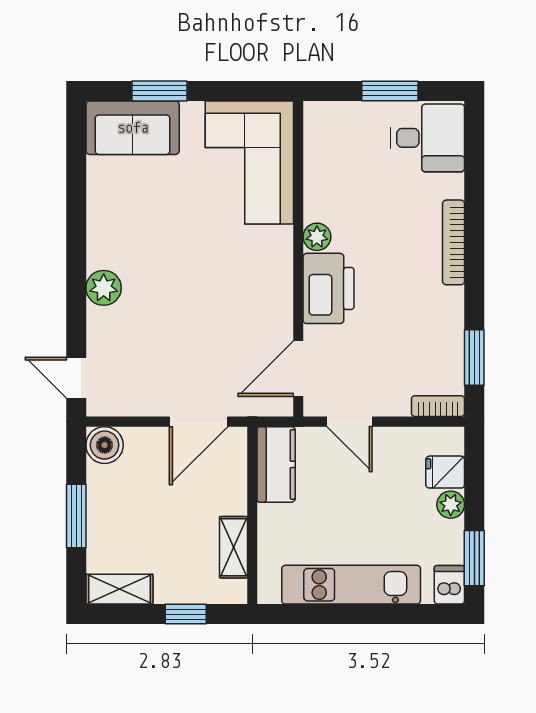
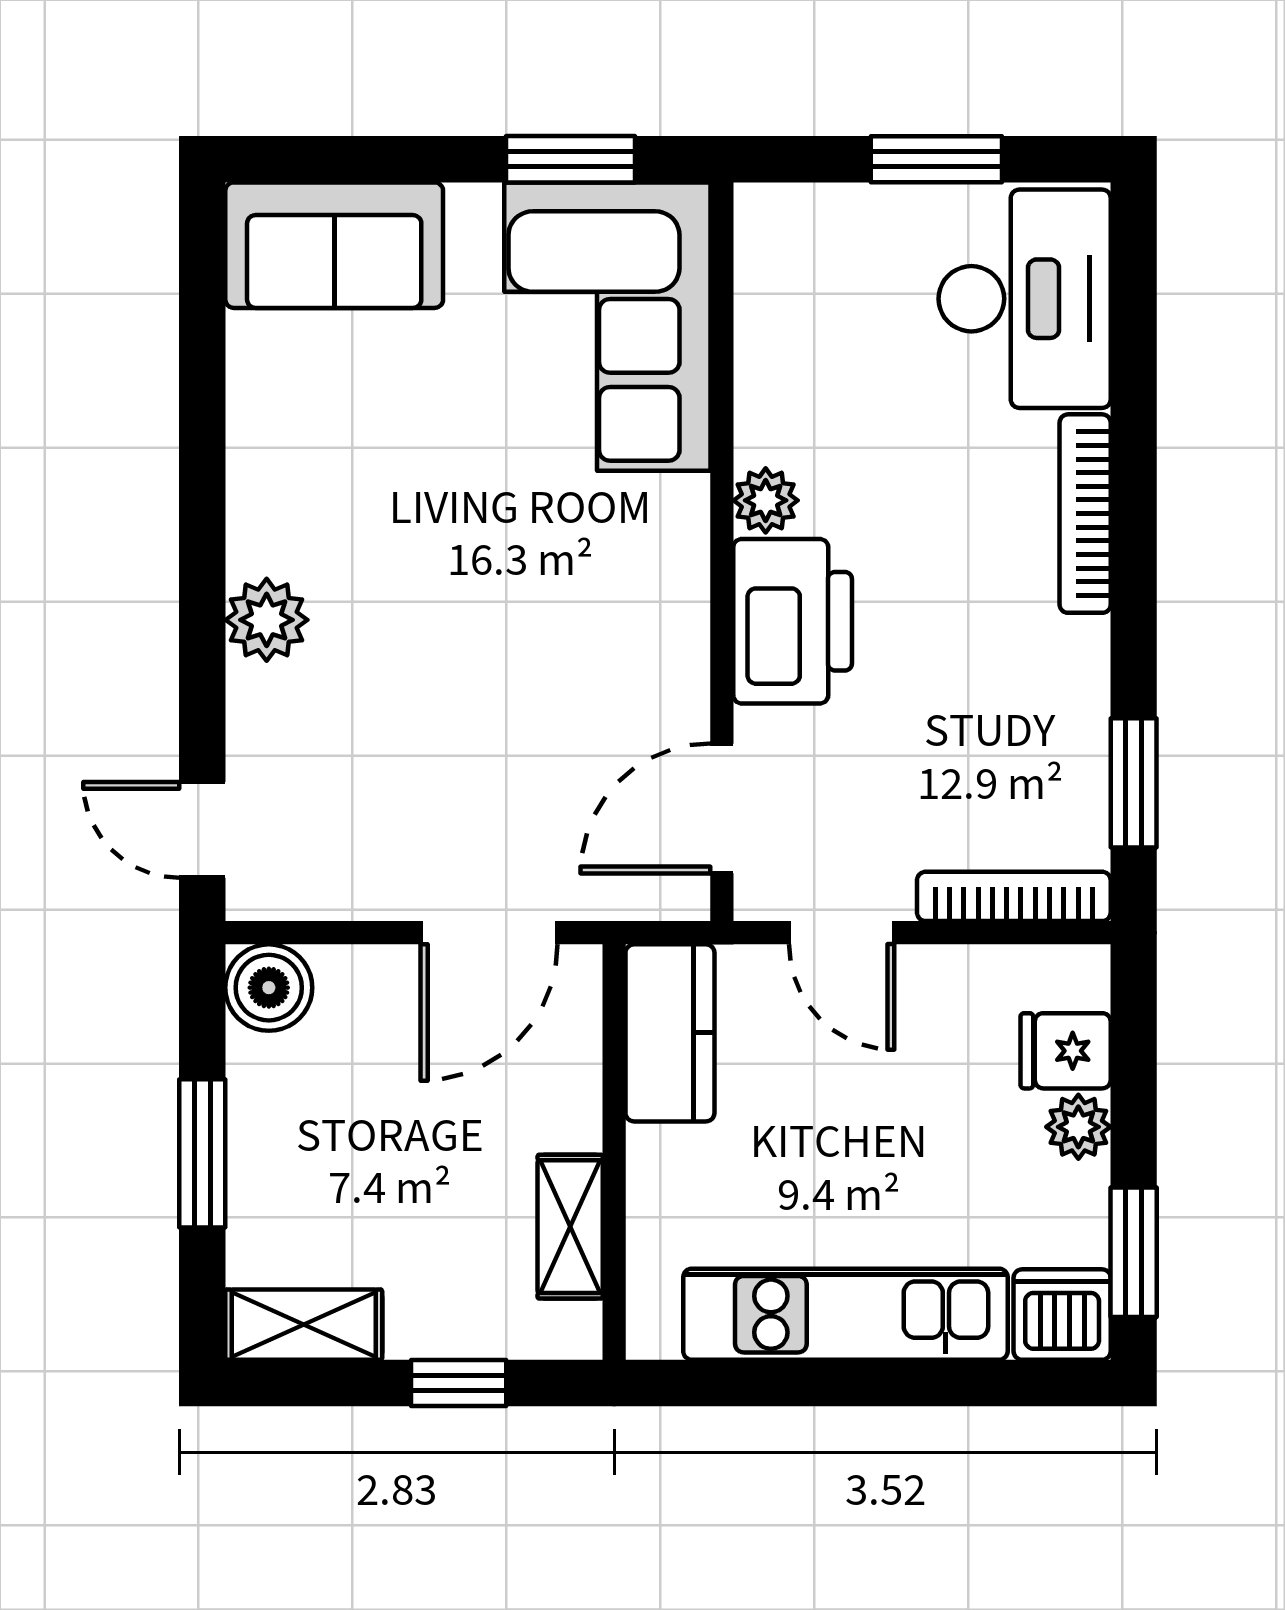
window: (159, 91) -> (571, 159), moved
desk: (428, 138) -> (1025, 299), width x1.37
bookcase: (438, 406) -> (1014, 896), width x1.56
dishwasher: (449, 585) -> (1062, 1315), width x1.38

